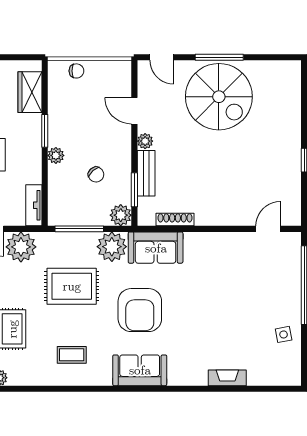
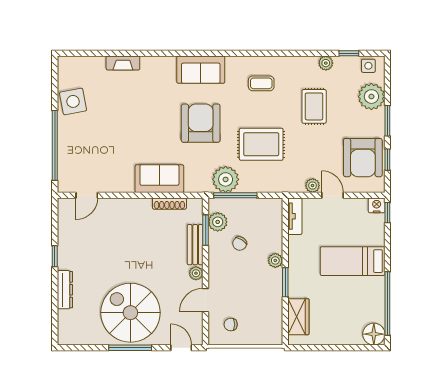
chair: (76, 71) -> (231, 324), moved
door: (134, 111) -> (206, 300), swing flipped
dresser: (293, 123) -> (65, 290), added
chair: (96, 175) -> (240, 244), turned -105
plant: (121, 215) -> (218, 222), moved
window: (79, 229) -> (235, 195), moved
plant: (21, 247) -> (313, 186), width x0.53, depth x0.53
sofa: (156, 248) -> (159, 179), moved
side table: (284, 334) -> (73, 101), width x1.87, depth x1.87

